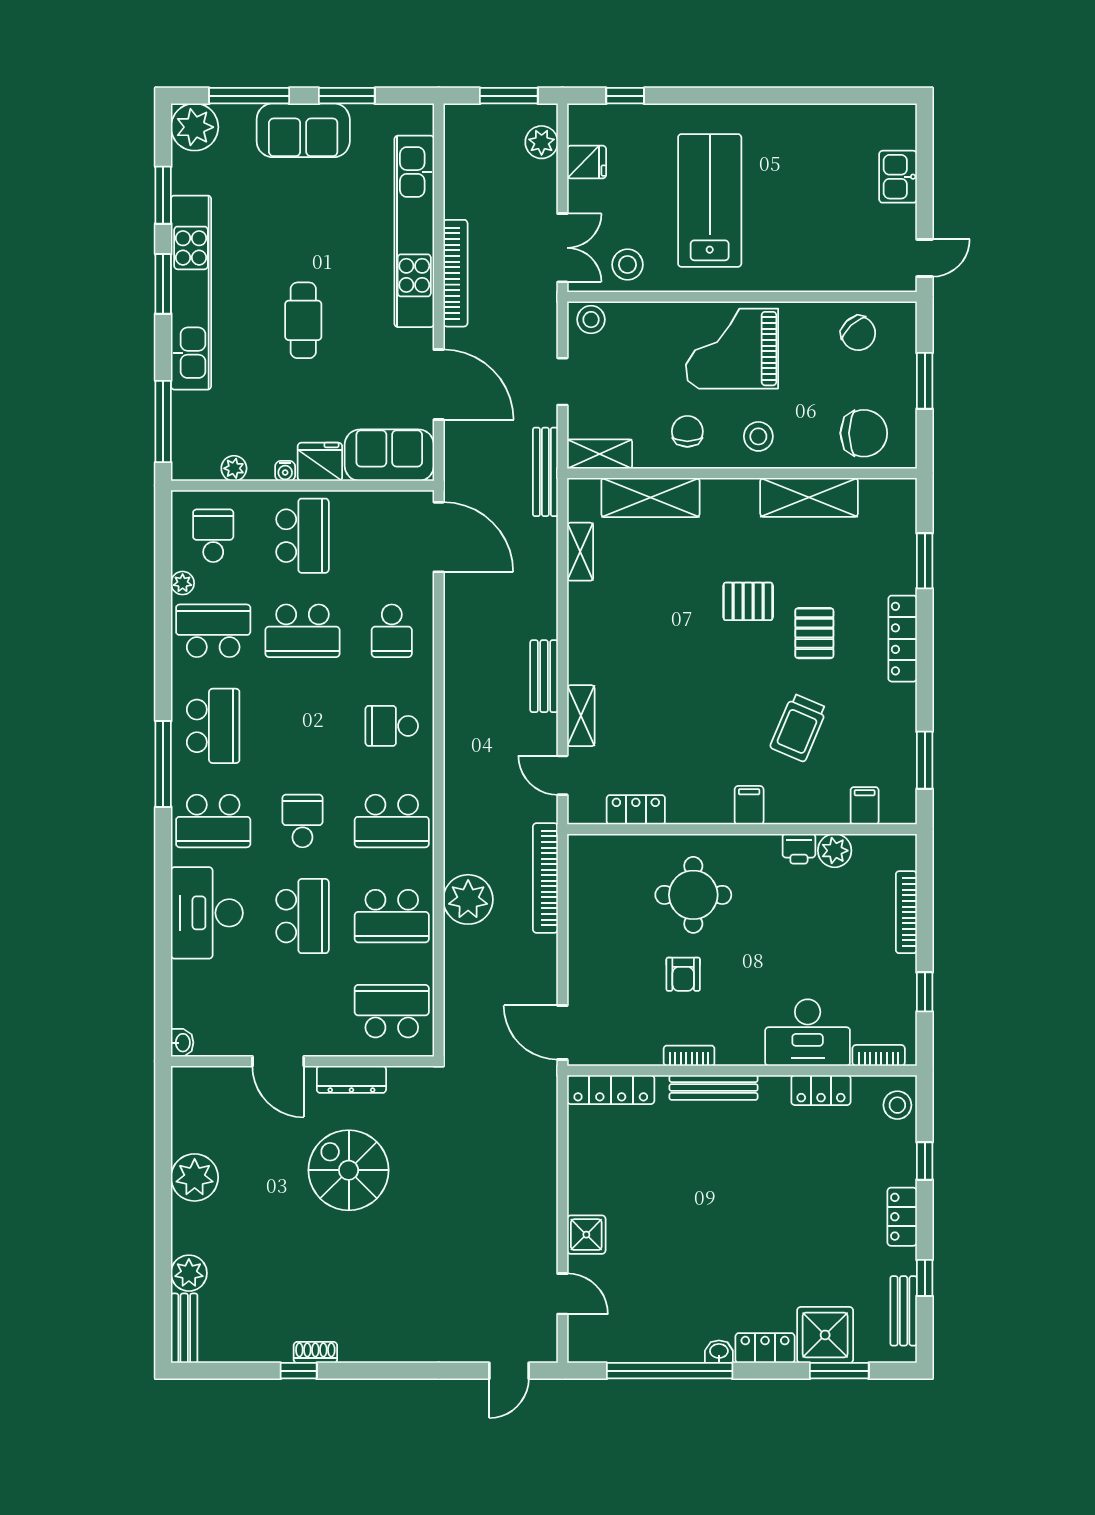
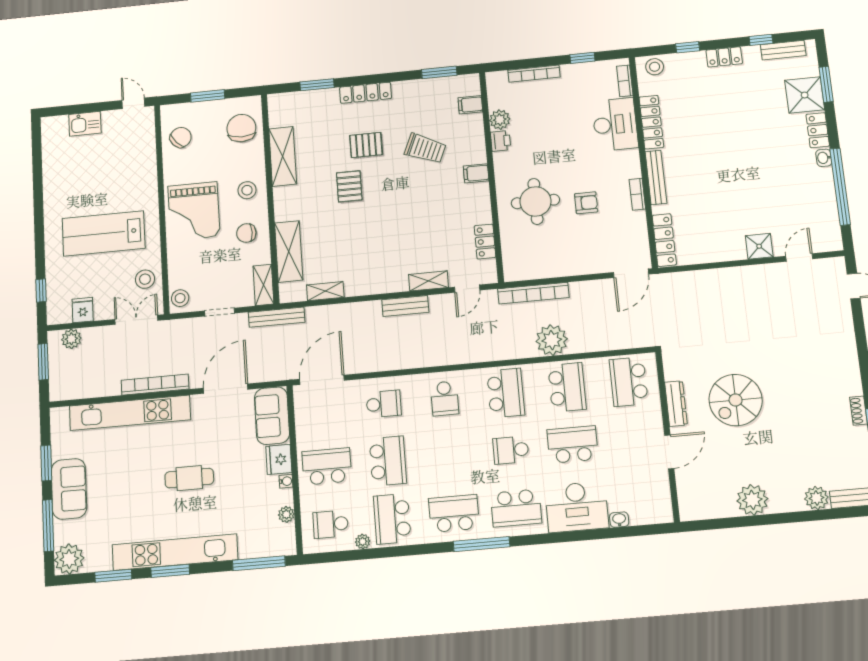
school desk: (213, 821) -> (516, 508), turned 90
washbasin: (182, 1043) -> (619, 520), moved
locker: (821, 1090) -> (651, 122), width x1.53

